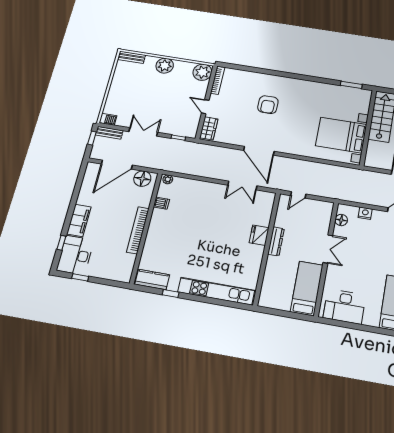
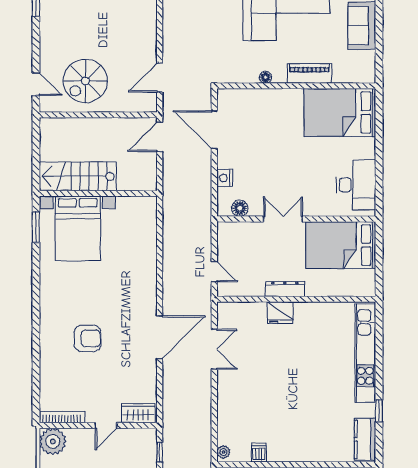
bed with nightstands: (341, 135) -> (78, 229), moved
bed: (307, 288) -> (341, 245), width x1.50

